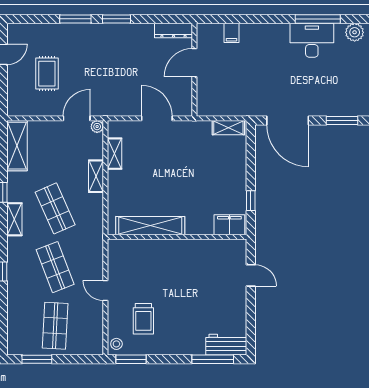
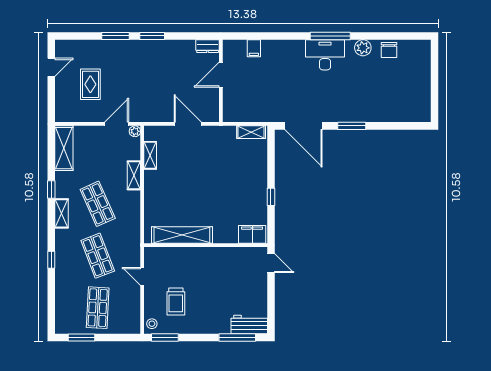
dresser: (173, 30) -> (208, 46), width x0.70
filing cabinet: (229, 225) -> (252, 234), moved
shelving: (150, 226) -> (182, 235), moved
wall: (177, 237) -> (206, 245), moved

